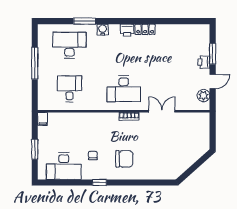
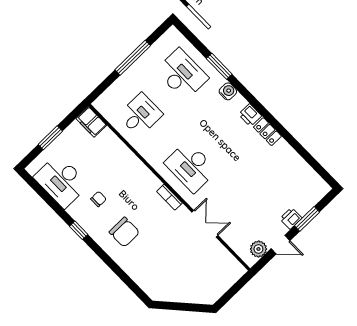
filing cabinet: (43, 119) -> (91, 122), width x2.00

